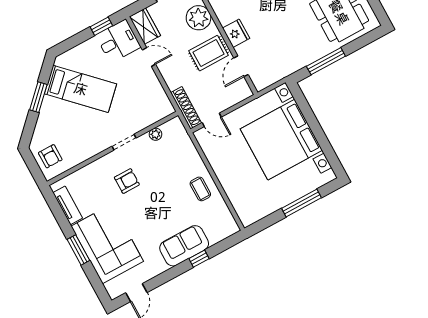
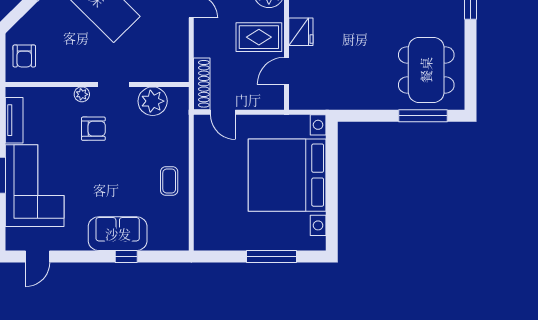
window: (326, 61) -> (423, 116), moved
plant: (156, 134) -> (153, 101), width x1.87, depth x1.87
plant: (106, 161) -> (82, 94), added

